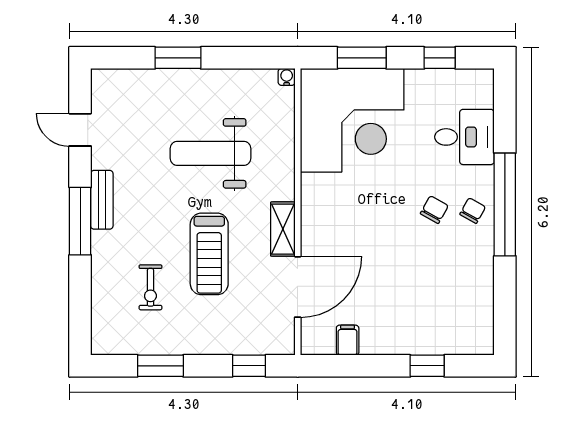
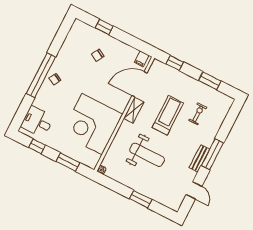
corner desk: (352, 120) -> (92, 124), moved, turned -90
desk: (464, 137) -> (37, 122), moved
chair: (434, 210) -> (98, 55), moved
filing cabinet: (348, 340) -> (142, 59), moved

